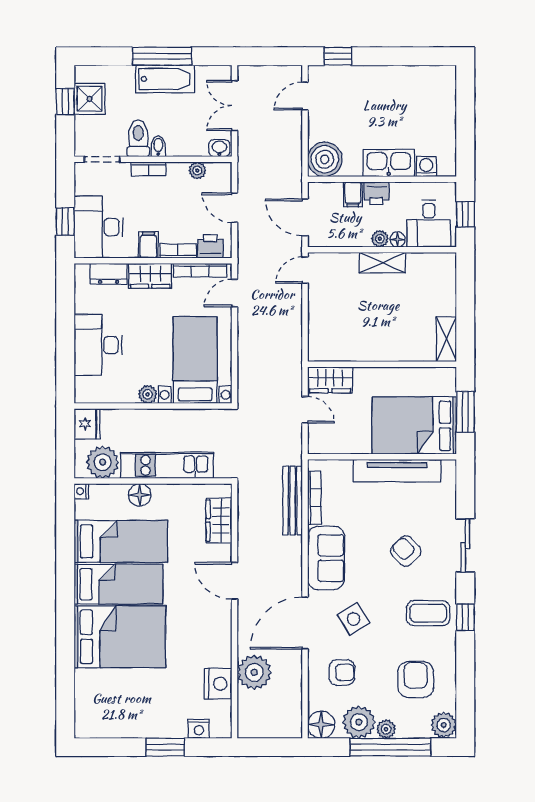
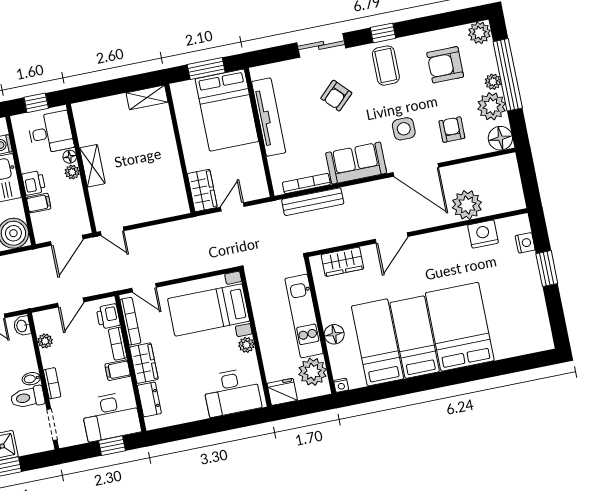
desk: (98, 345) -> (232, 392), moved
side table: (354, 619) -> (404, 129), turned 32

